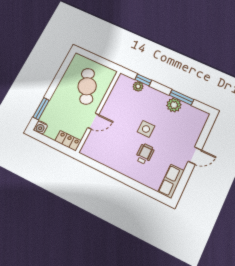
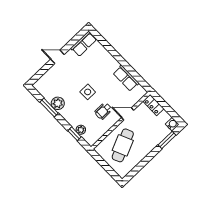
wheelchair: (145, 154) -> (103, 111), moved
row of seats: (109, 160) -> (126, 78), added

